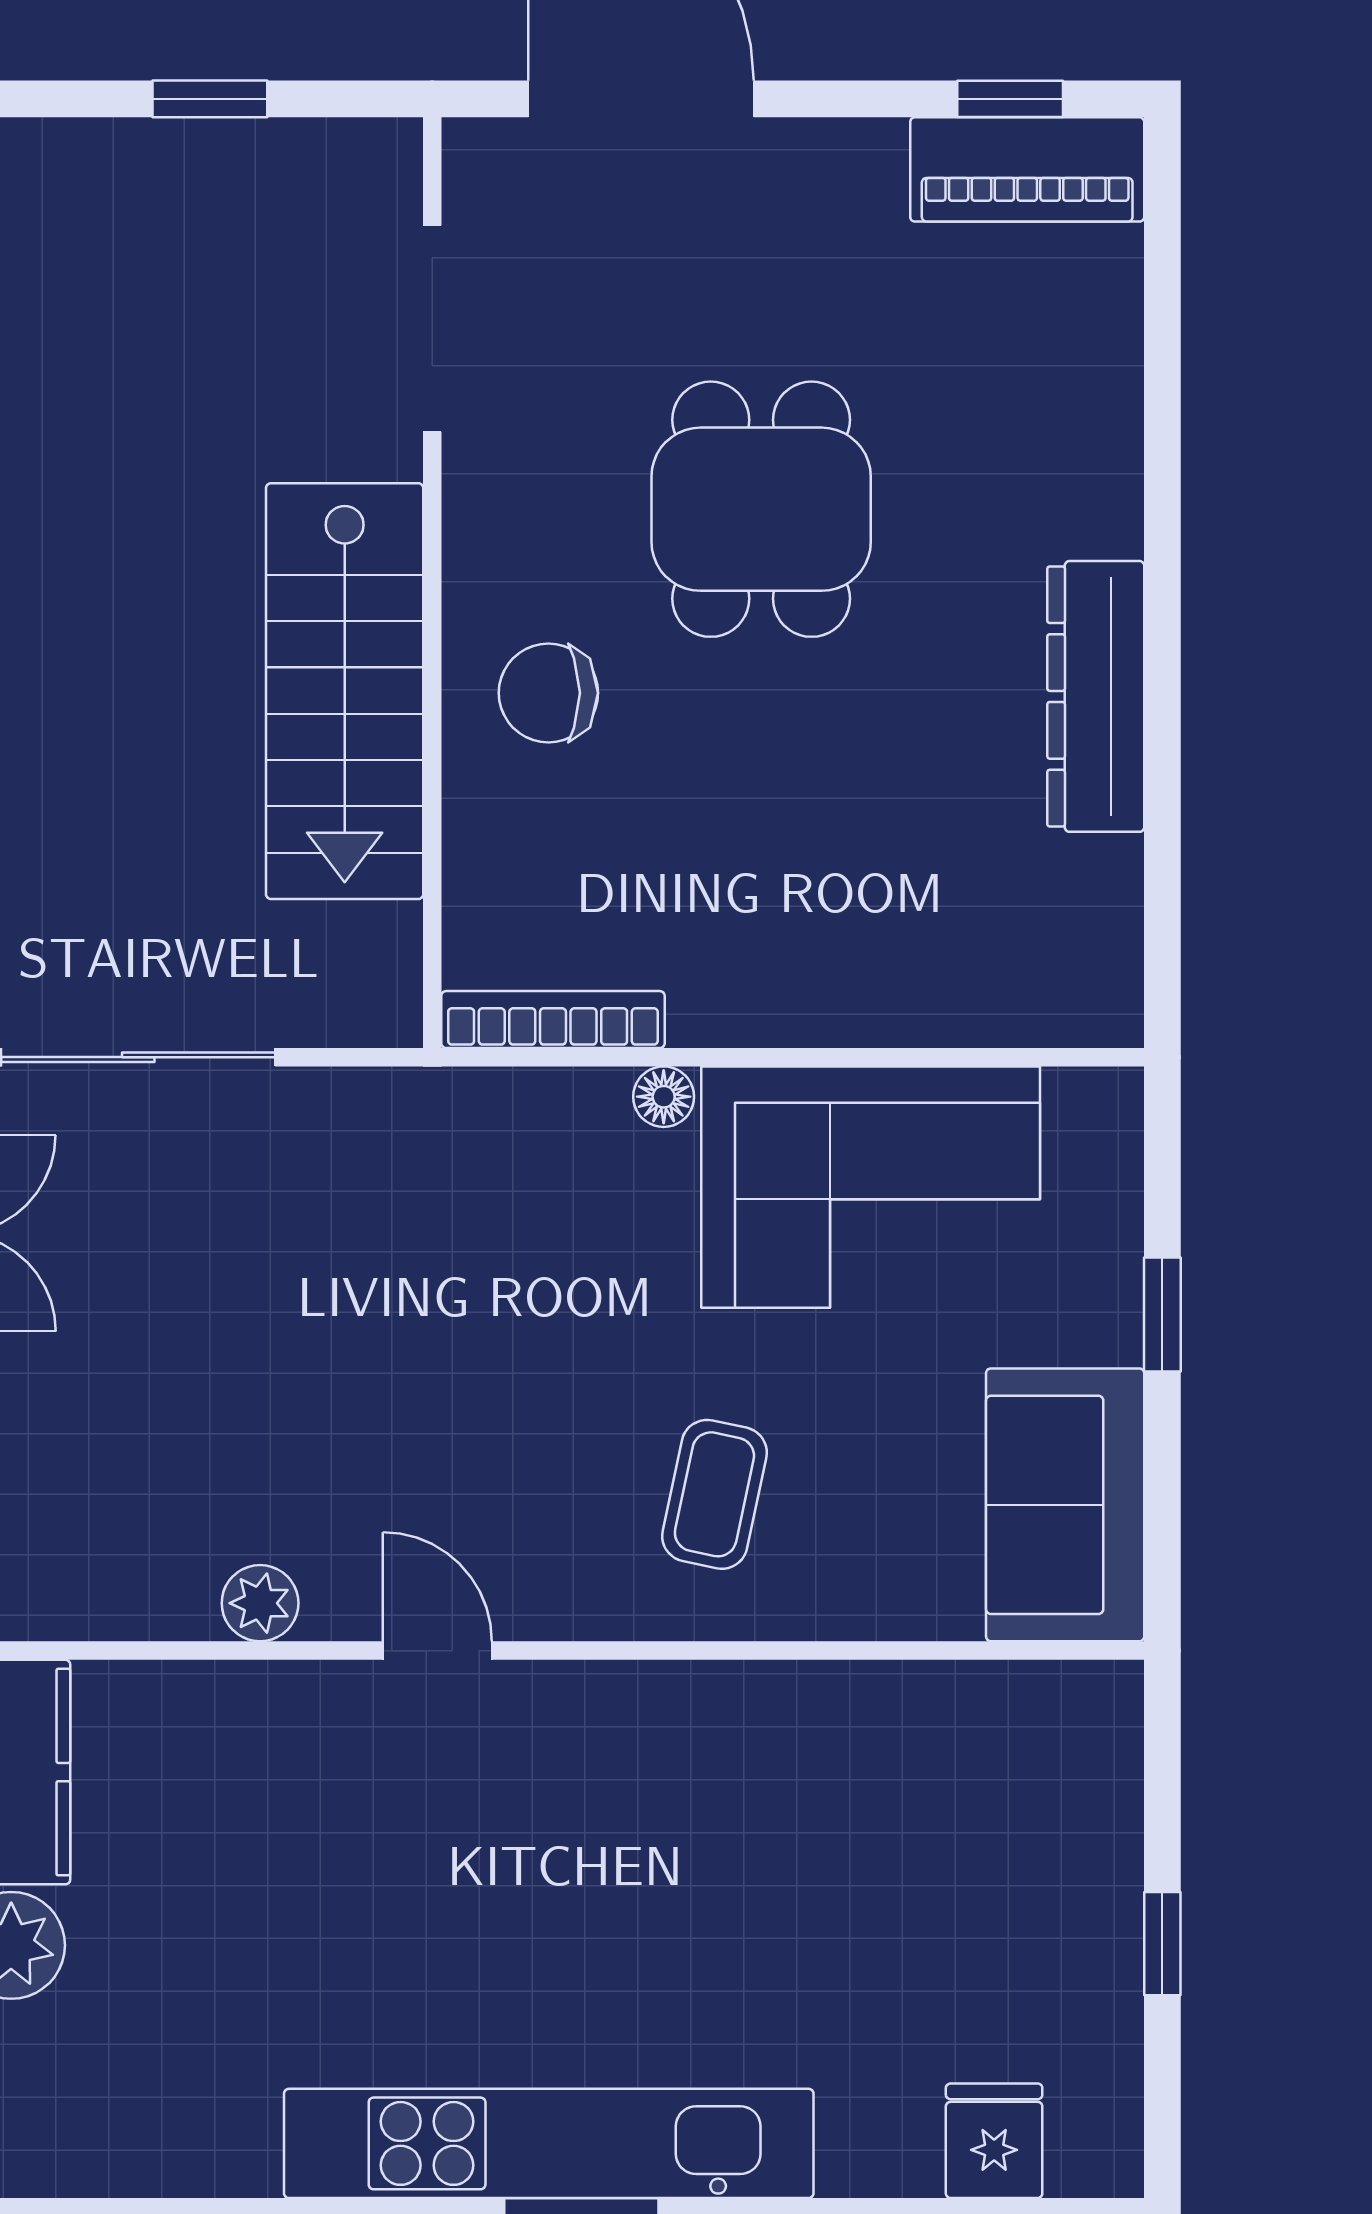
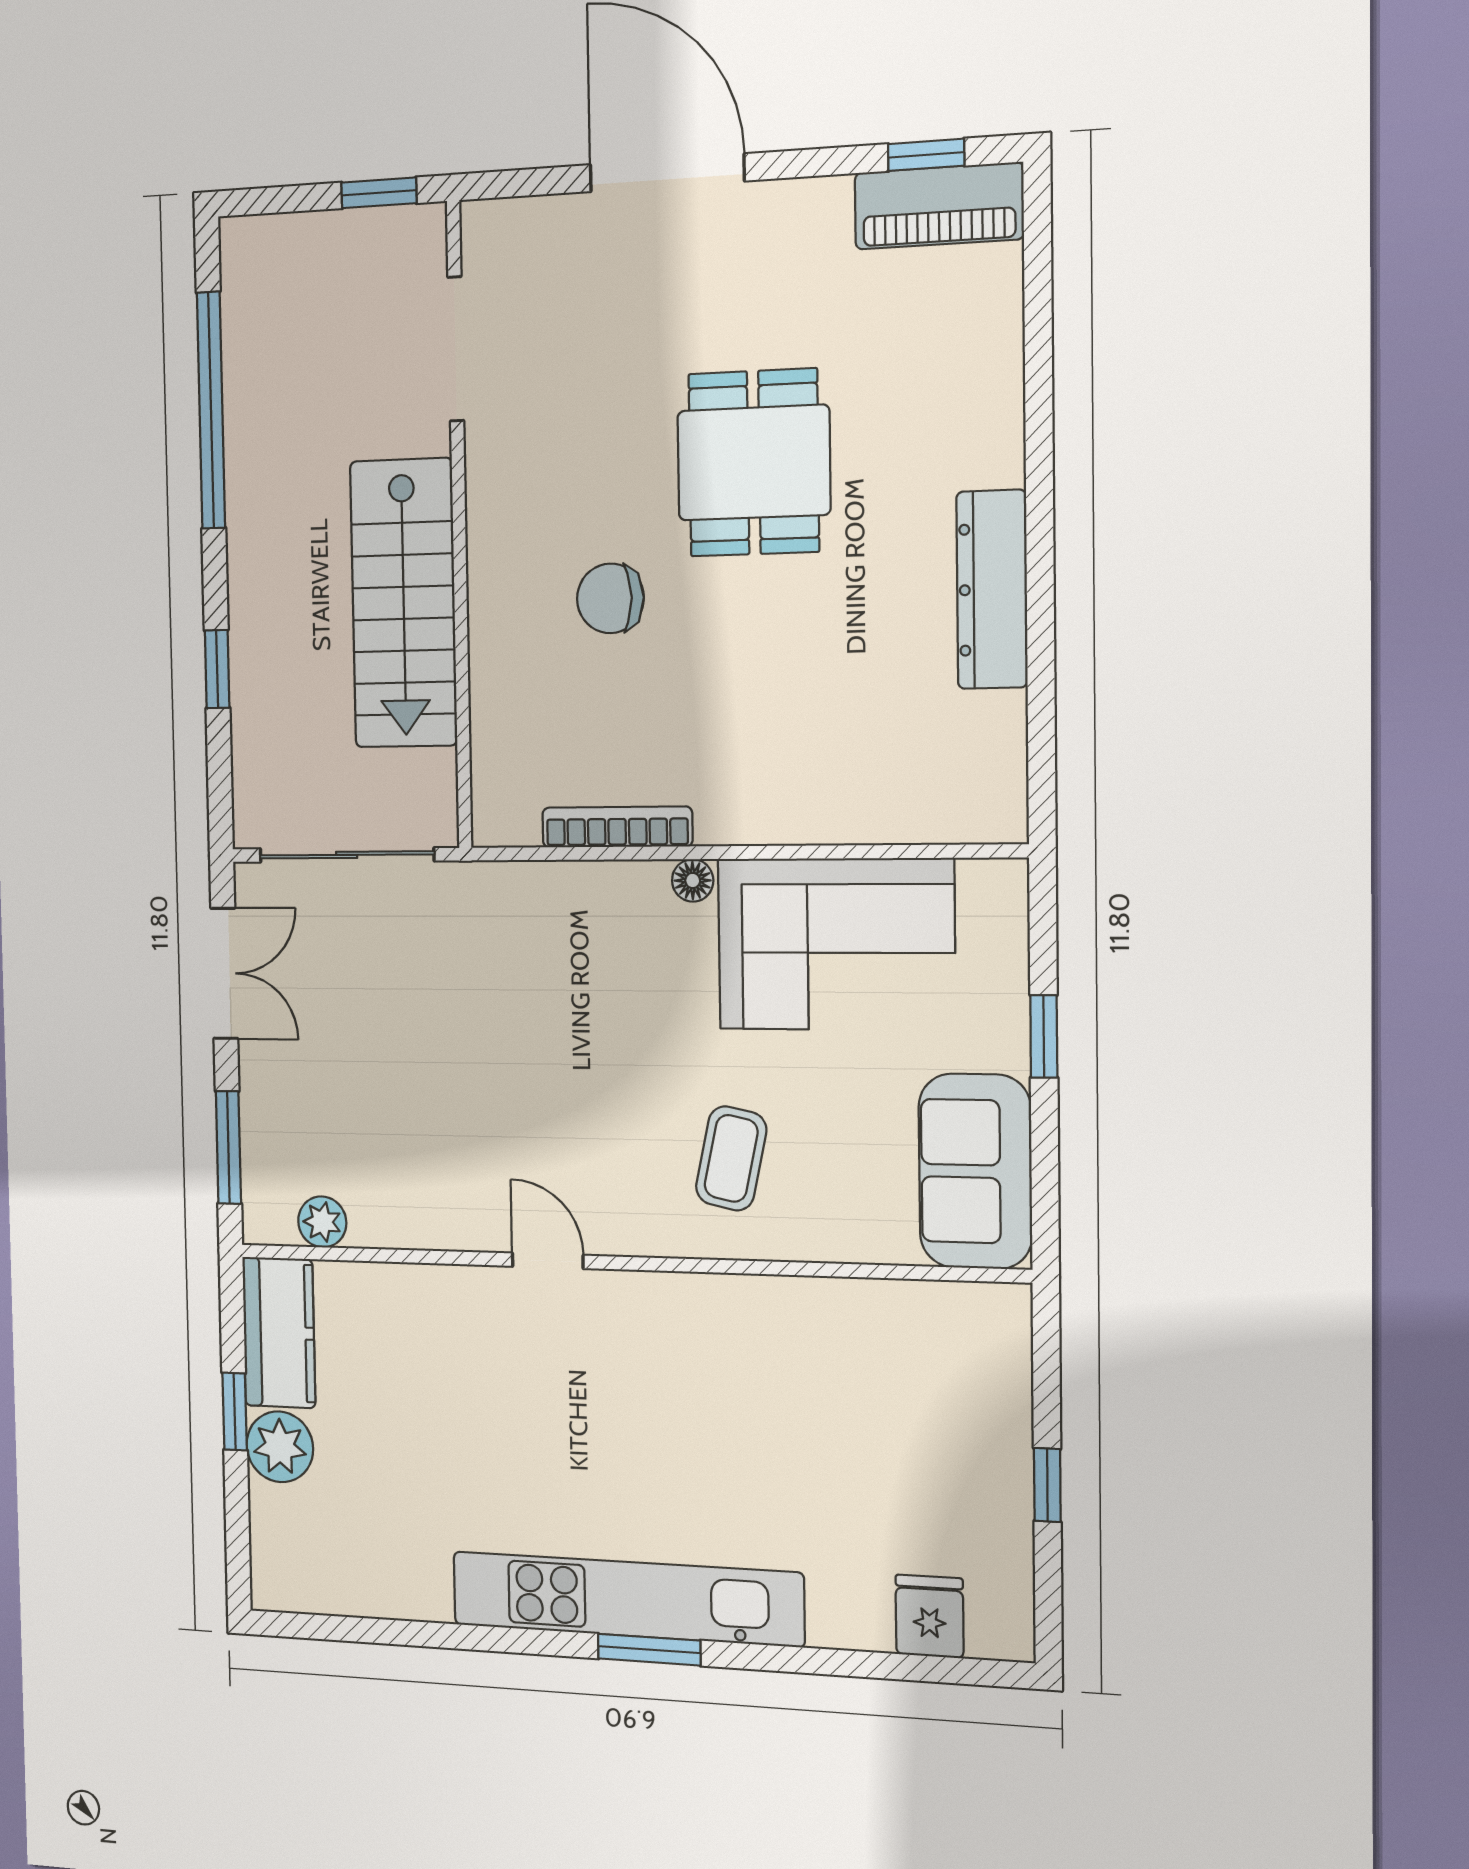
doorway: (432, 329) -> (456, 349), moved
wall: (432, 583) -> (459, 526), moved
stairs: (345, 691) -> (404, 603), moved
plant: (260, 1603) -> (322, 1222), moved

